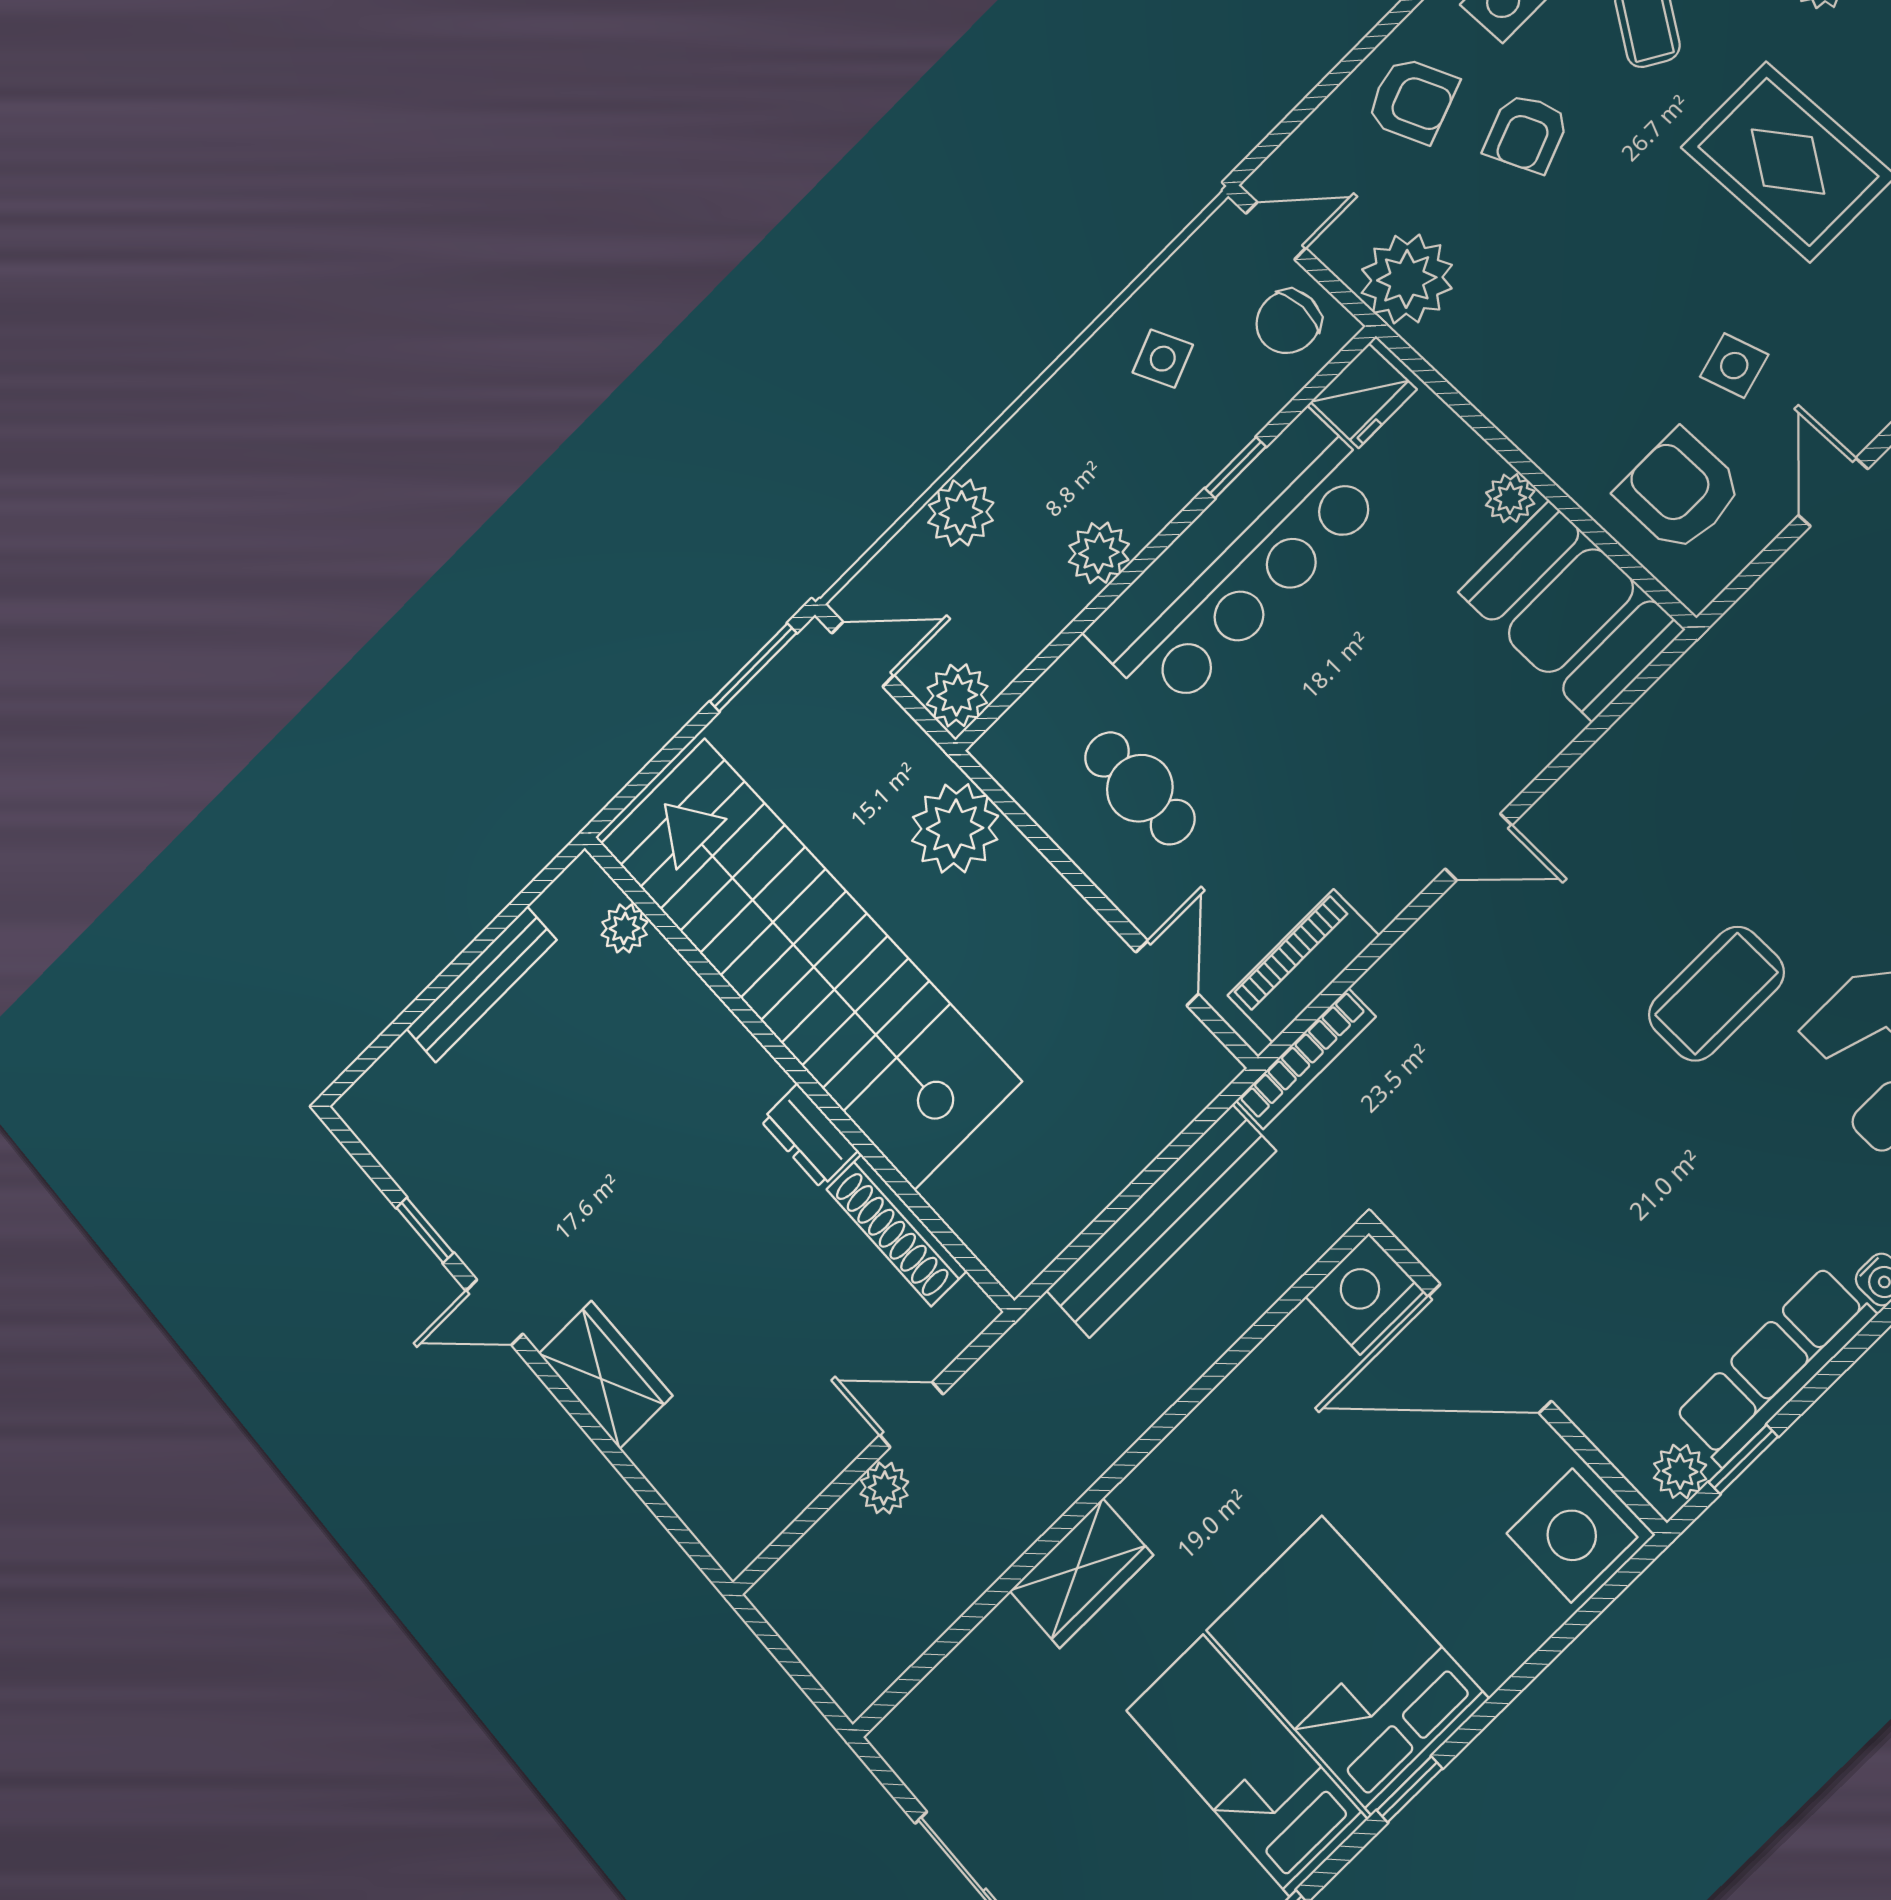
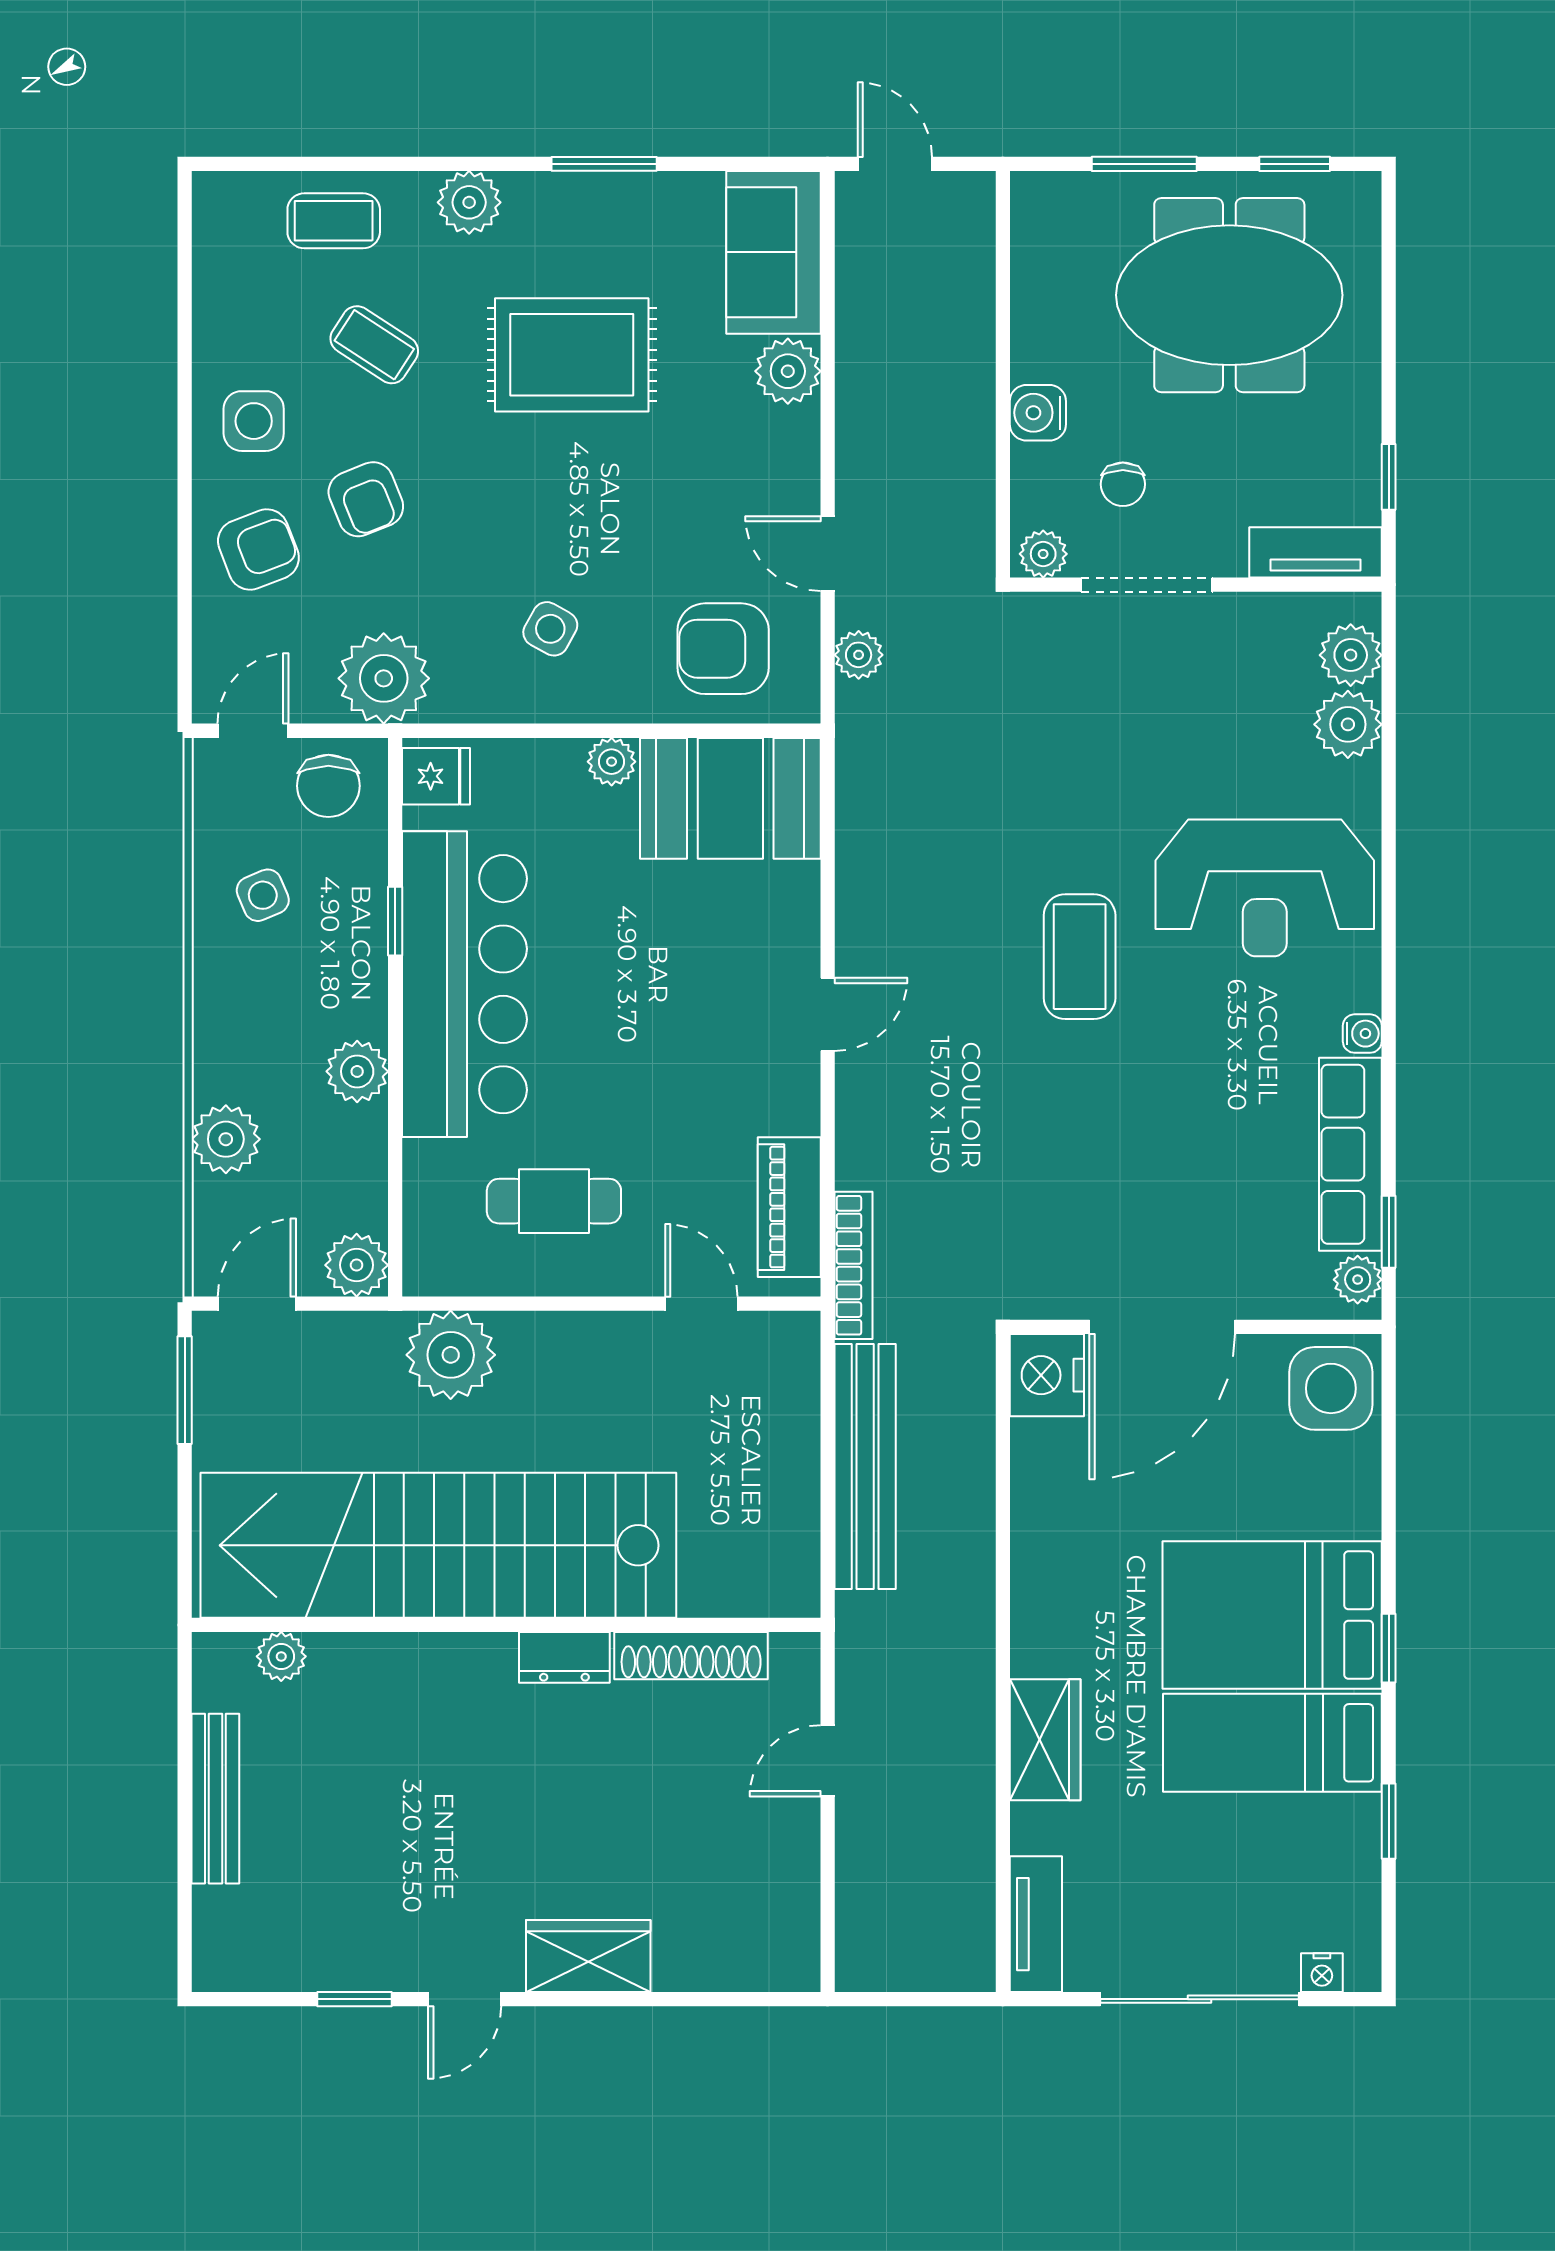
side table: (1734, 366) -> (550, 629), moved, turned 45
fridge: (1364, 396) -> (436, 776), width x0.72
plant: (884, 1488) -> (859, 655), moved
tv unit: (933, 1706) -> (1036, 1924), added

